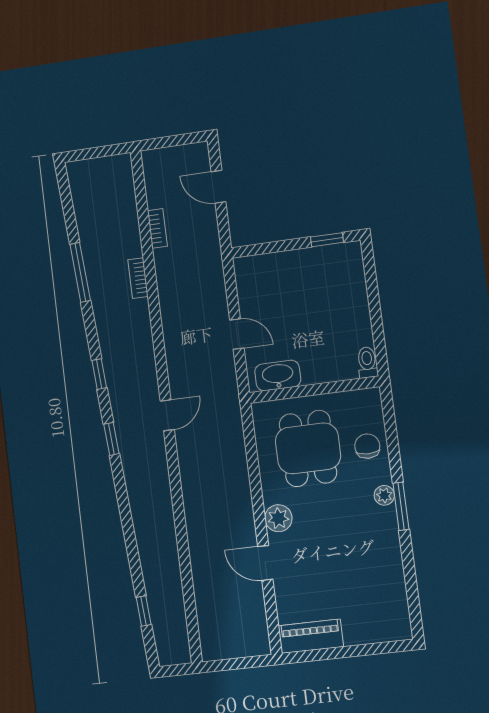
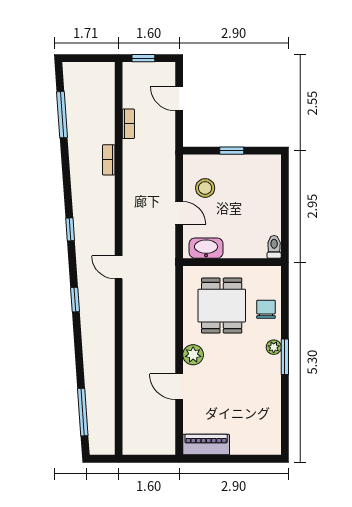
window: (166, 142) -> (143, 58), added
window: (327, 240) -> (232, 151), moved
window: (80, 272) -> (62, 115), moved
stool: (267, 297) -> (205, 188), added
door: (167, 415) -> (119, 267), swing flipped
window: (111, 439) -> (75, 300), moved
window: (144, 611) -> (83, 412), width x2.17

